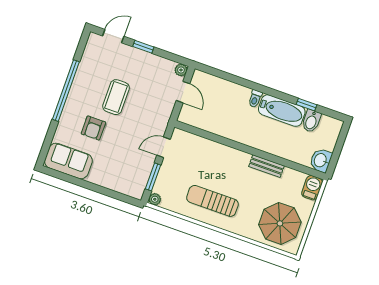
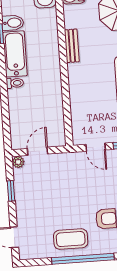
window: (143, 47) -> (11, 191), moved
coffee table: (116, 97) -> (71, 239), moved

